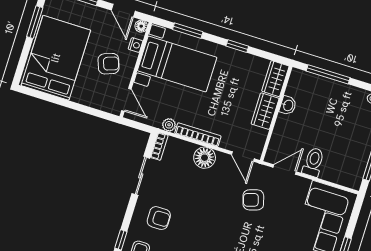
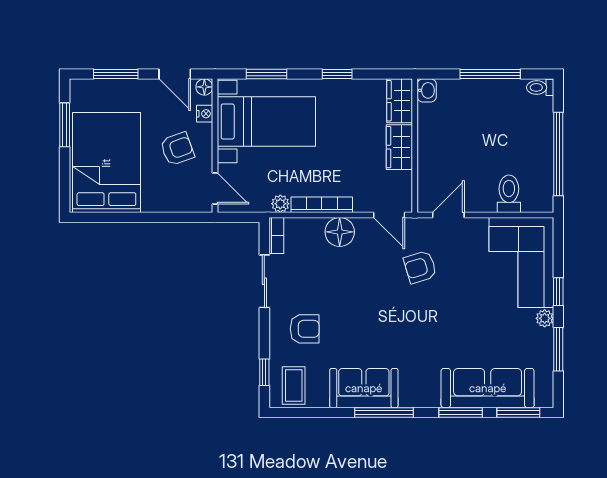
window: (328, 74) -> (490, 74), moved
washbasin: (288, 105) -> (427, 90), moved
toilet: (313, 162) -> (509, 194), moved

